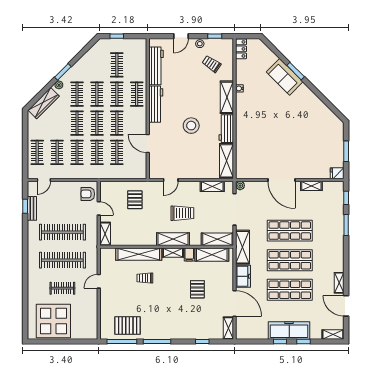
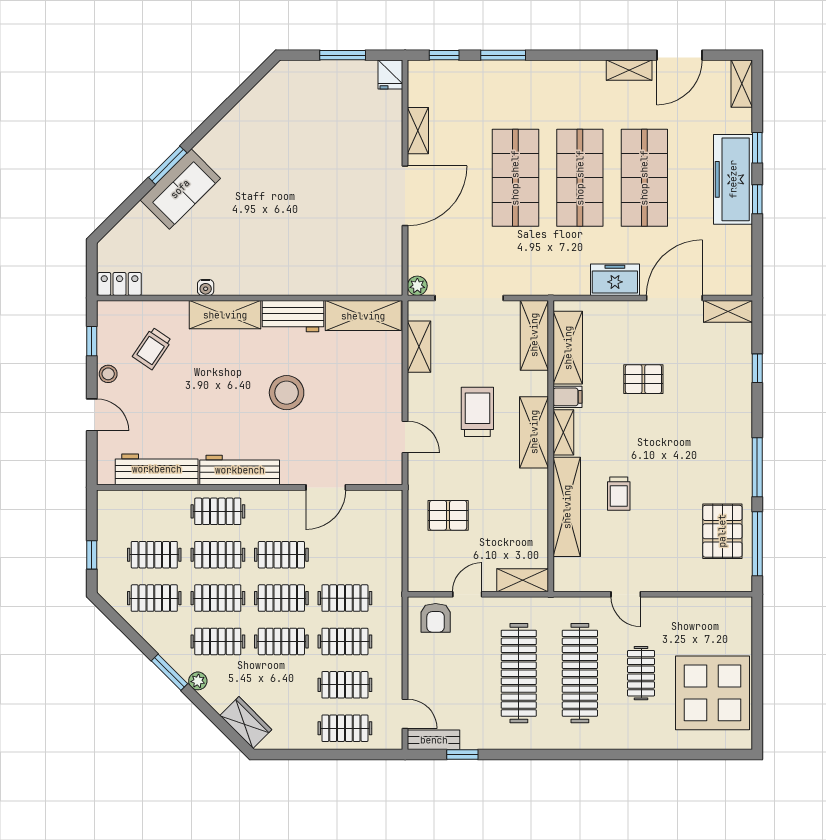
wardrobe: (44, 103) -> (246, 723), width x0.67
clothes rail: (117, 152) -> (154, 598), moved
bench: (32, 208) -> (434, 740), moved
shelving: (243, 247) -> (552, 281), removed

